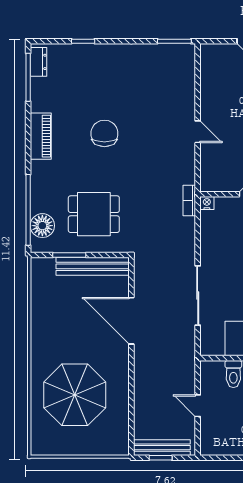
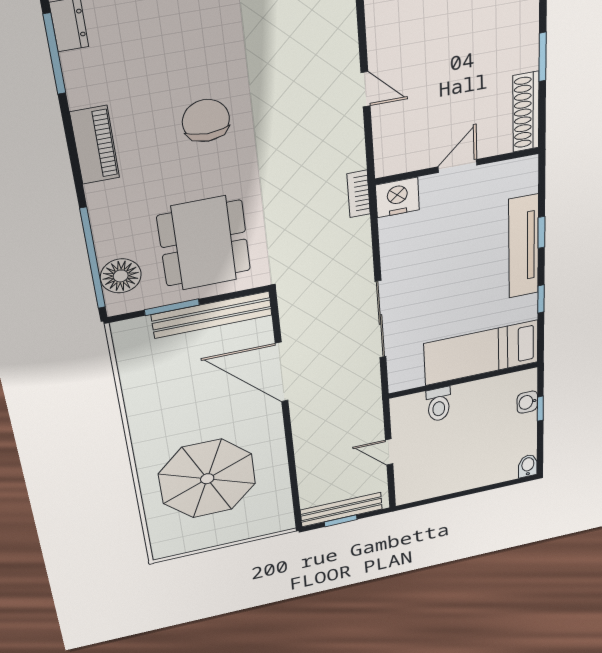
nightstand: (207, 203) -> (397, 197), width x1.89, depth x1.79
dining table: (94, 214) -> (204, 243), width x1.38

